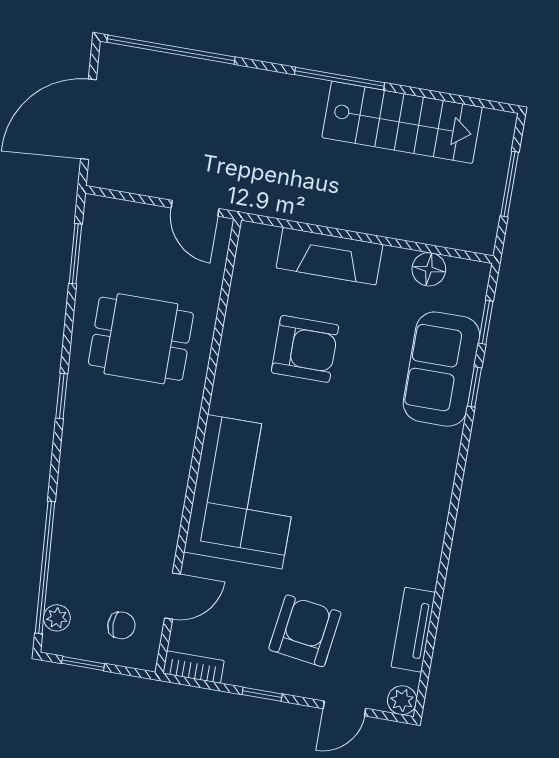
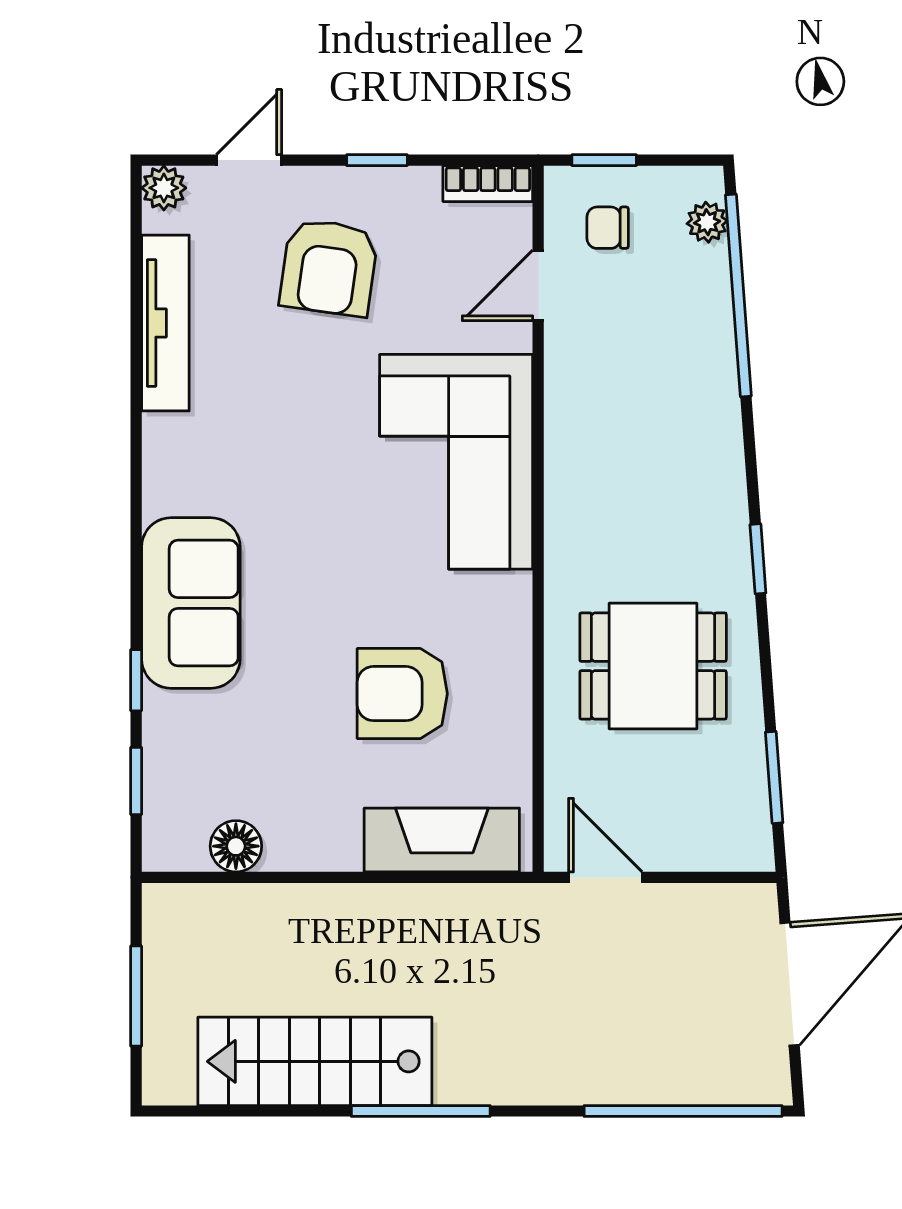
fireplace: (329, 256) -> (442, 840), moved
sofa: (441, 369) -> (191, 603), moved
tv unit: (413, 630) -> (165, 323), width x1.41
window: (83, 663) -> (604, 160), moved

